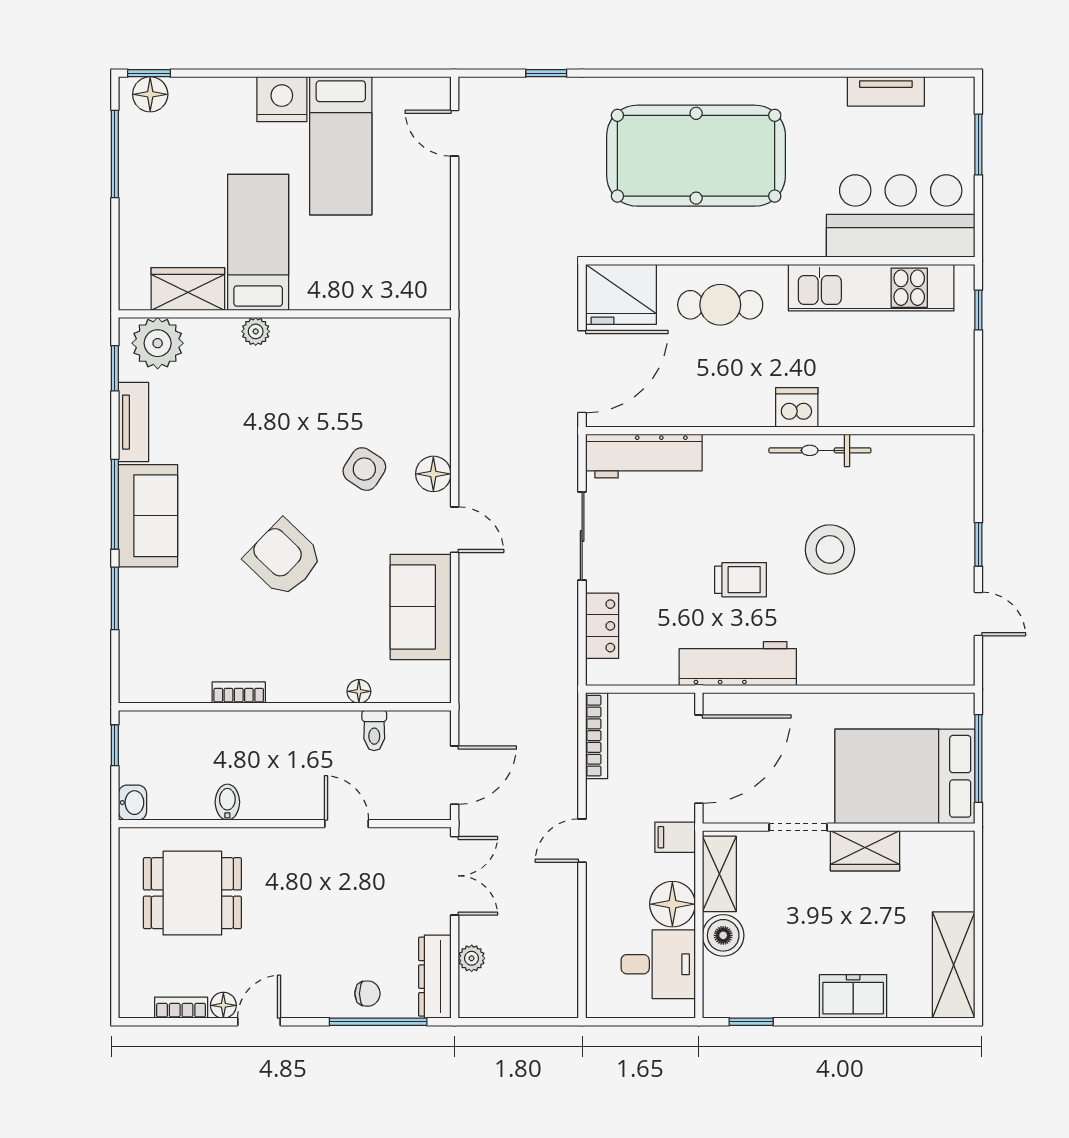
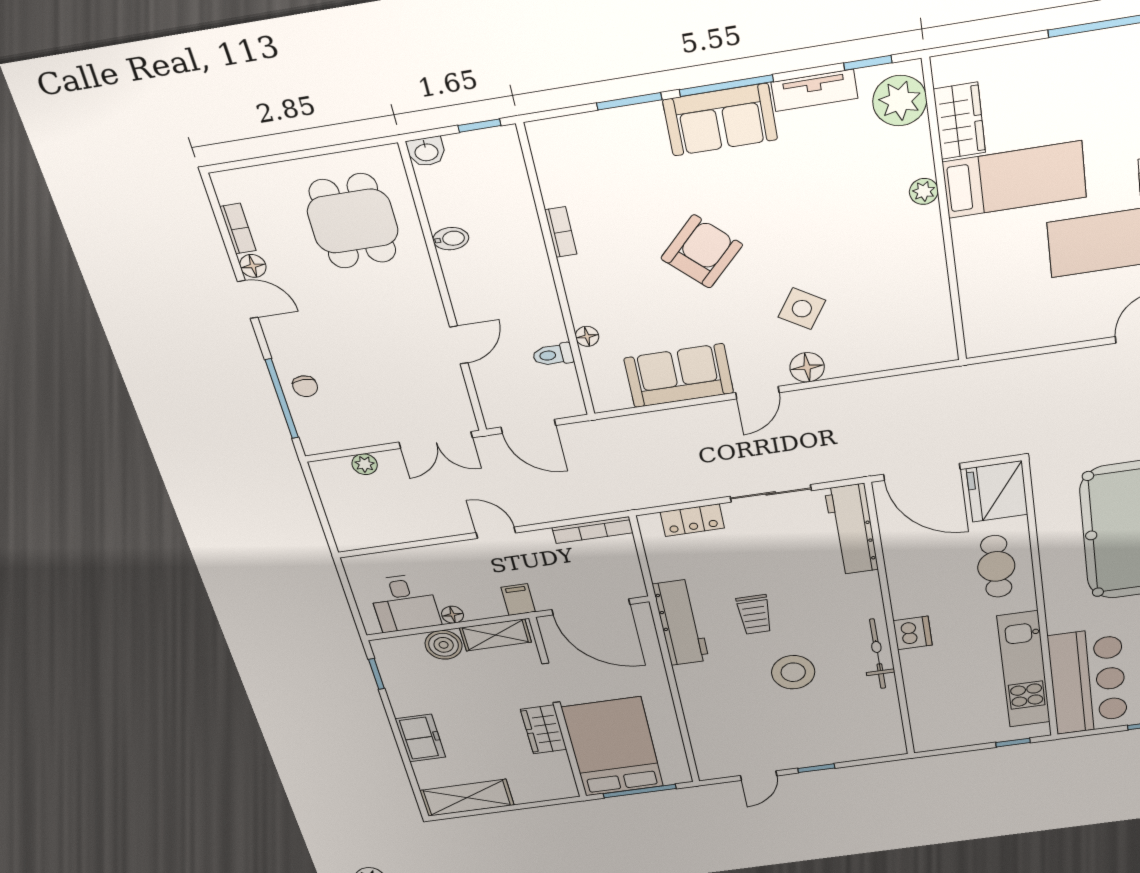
floor lamp: (672, 904) -> (453, 615), width x0.53, depth x0.53
dresser: (435, 977) -> (339, 438), removed

